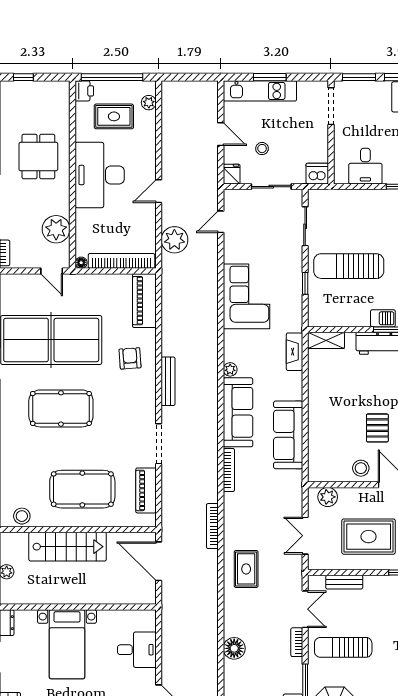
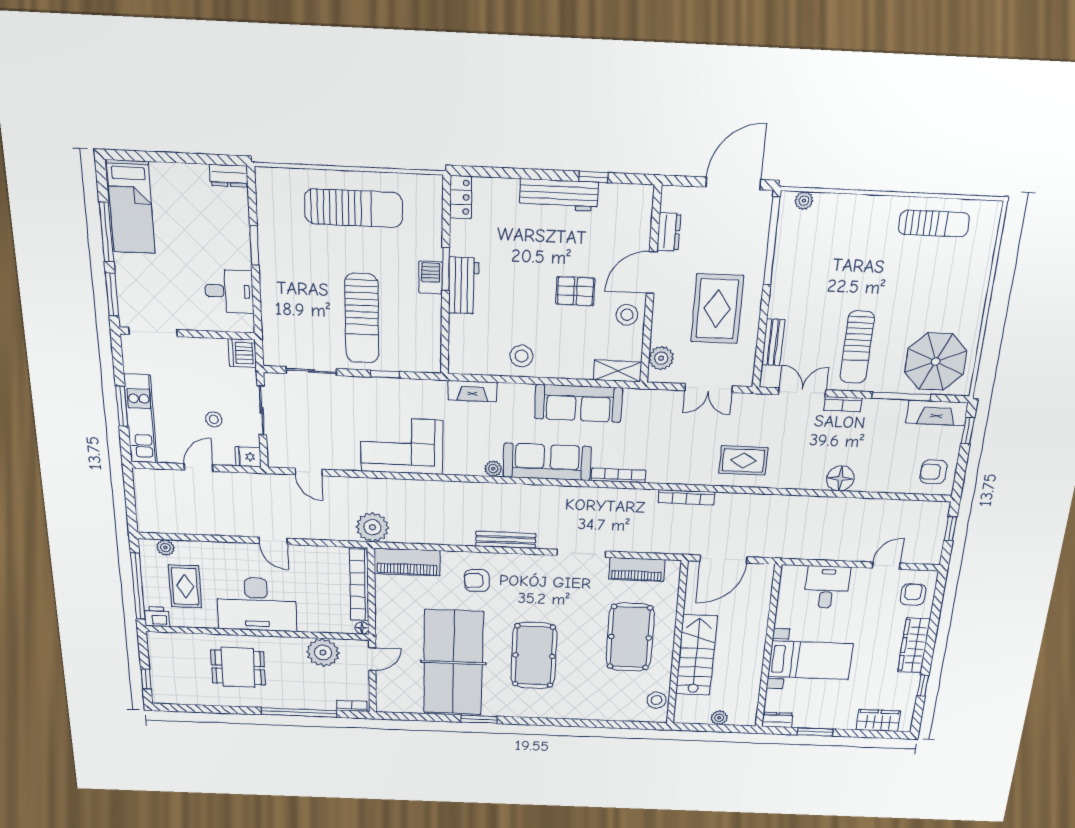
plant: (174, 240) -> (372, 527), moved
shelving: (326, 340) -> (617, 371), moved, turned 90
stool: (325, 389) -> (521, 356), added

